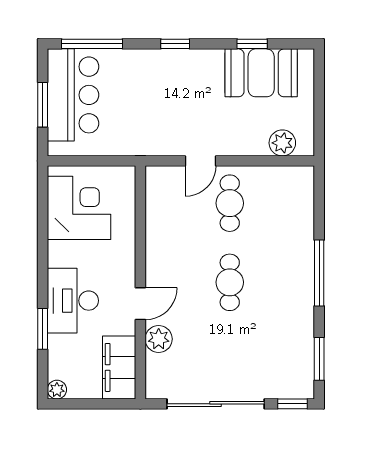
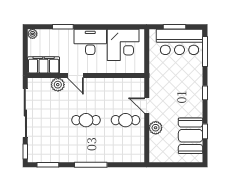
plant: (282, 143) -> (156, 128), moved
desk: (73, 301) -> (90, 42), moved

